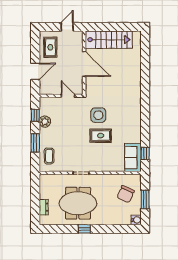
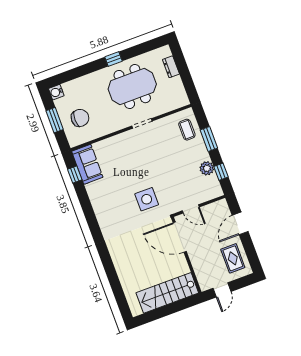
door: (84, 64) -> (180, 237), moved
rug: (101, 136) -> (135, 176), removed
chair: (126, 194) -> (80, 118), turned 66

